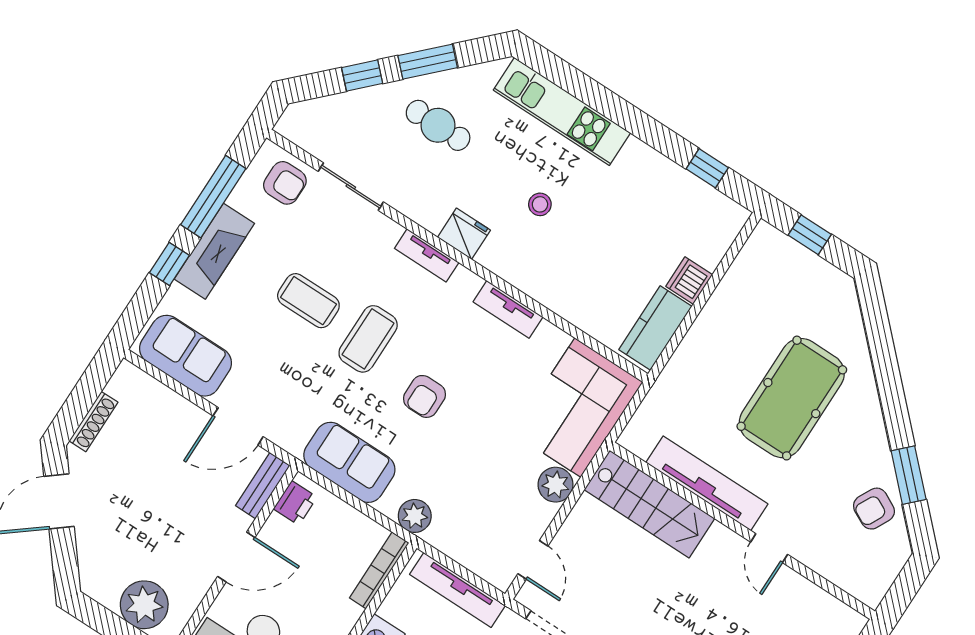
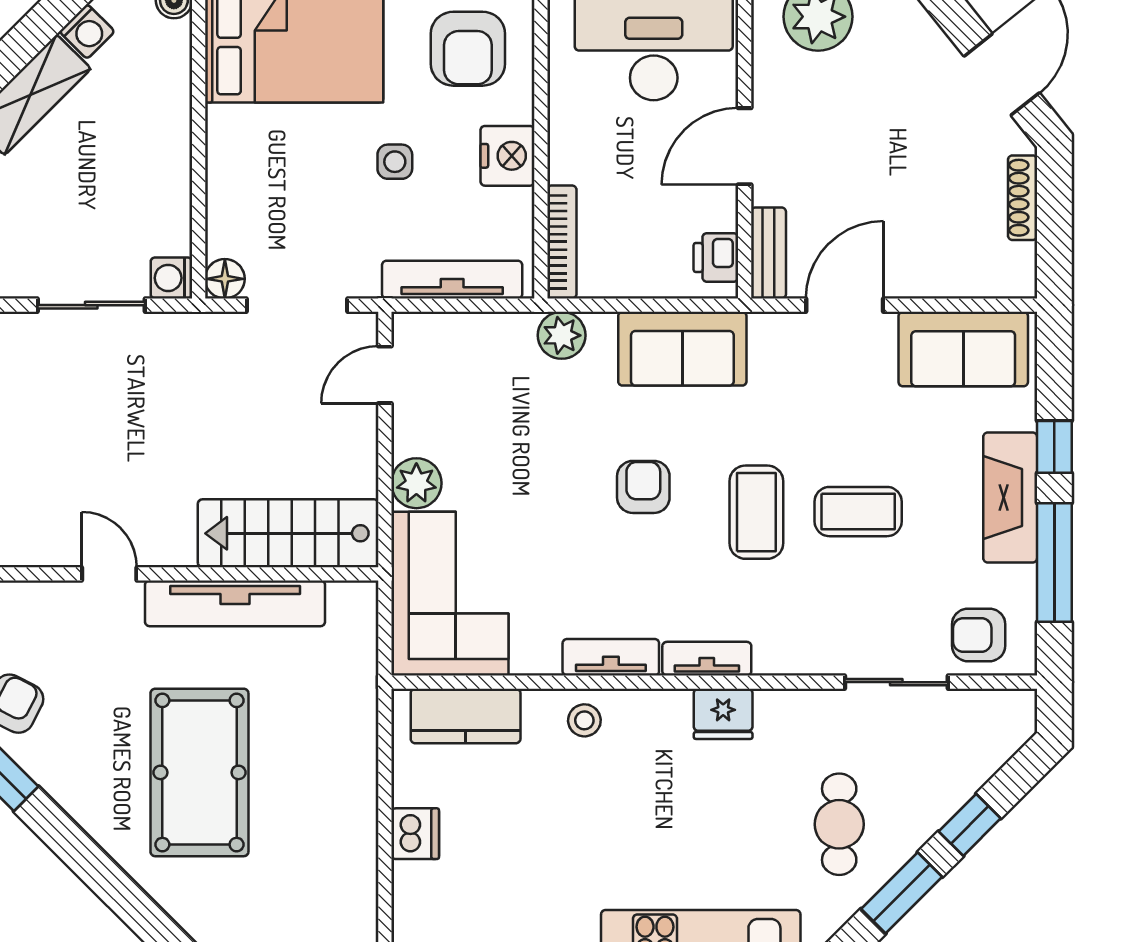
cafe table: (438, 125) -> (839, 824), turned 90
stool: (540, 204) -> (584, 720), moved
tv unit: (427, 255) -> (707, 659), moved
kitchen counter: (655, 328) -> (466, 716), moved, turned 90
door: (533, 560) -> (385, 375), hinge flipped

